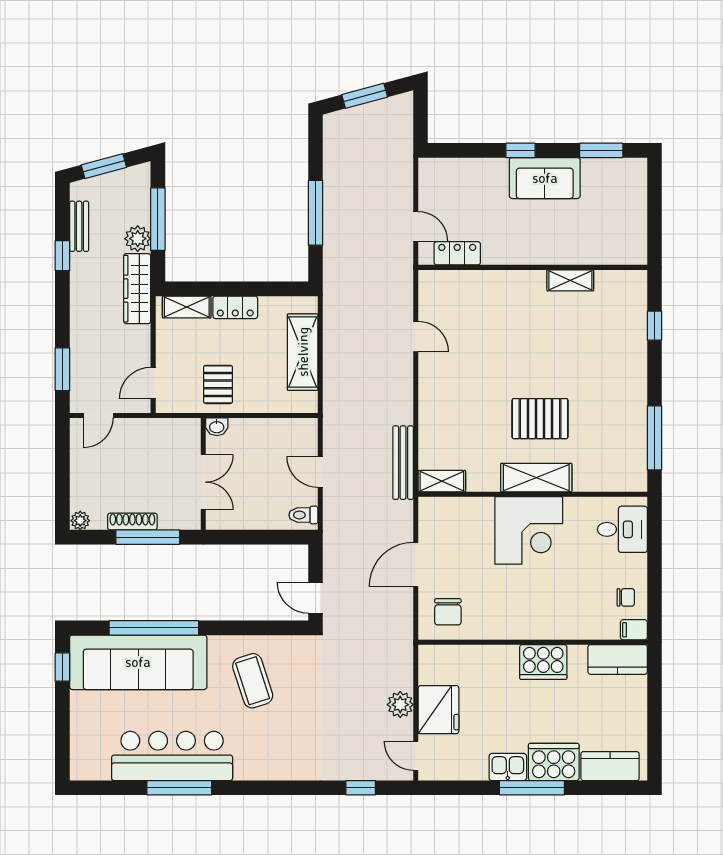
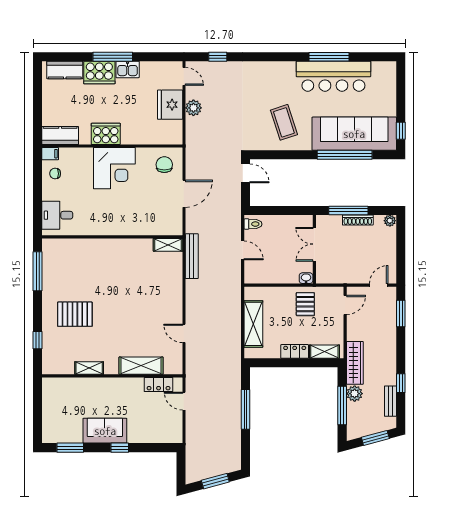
pallet: (540, 419) -> (75, 314), moved
shelving: (536, 478) -> (141, 366), moved
corner desk: (529, 530) -> (114, 168), moved, turned 180

